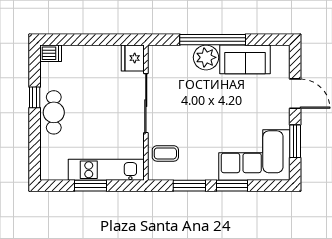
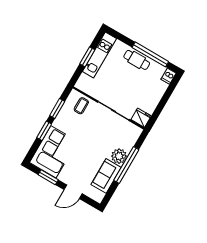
window: (35, 97) -> (150, 54), width x3.17
kitchen unit: (106, 170) -> (99, 55), moved

